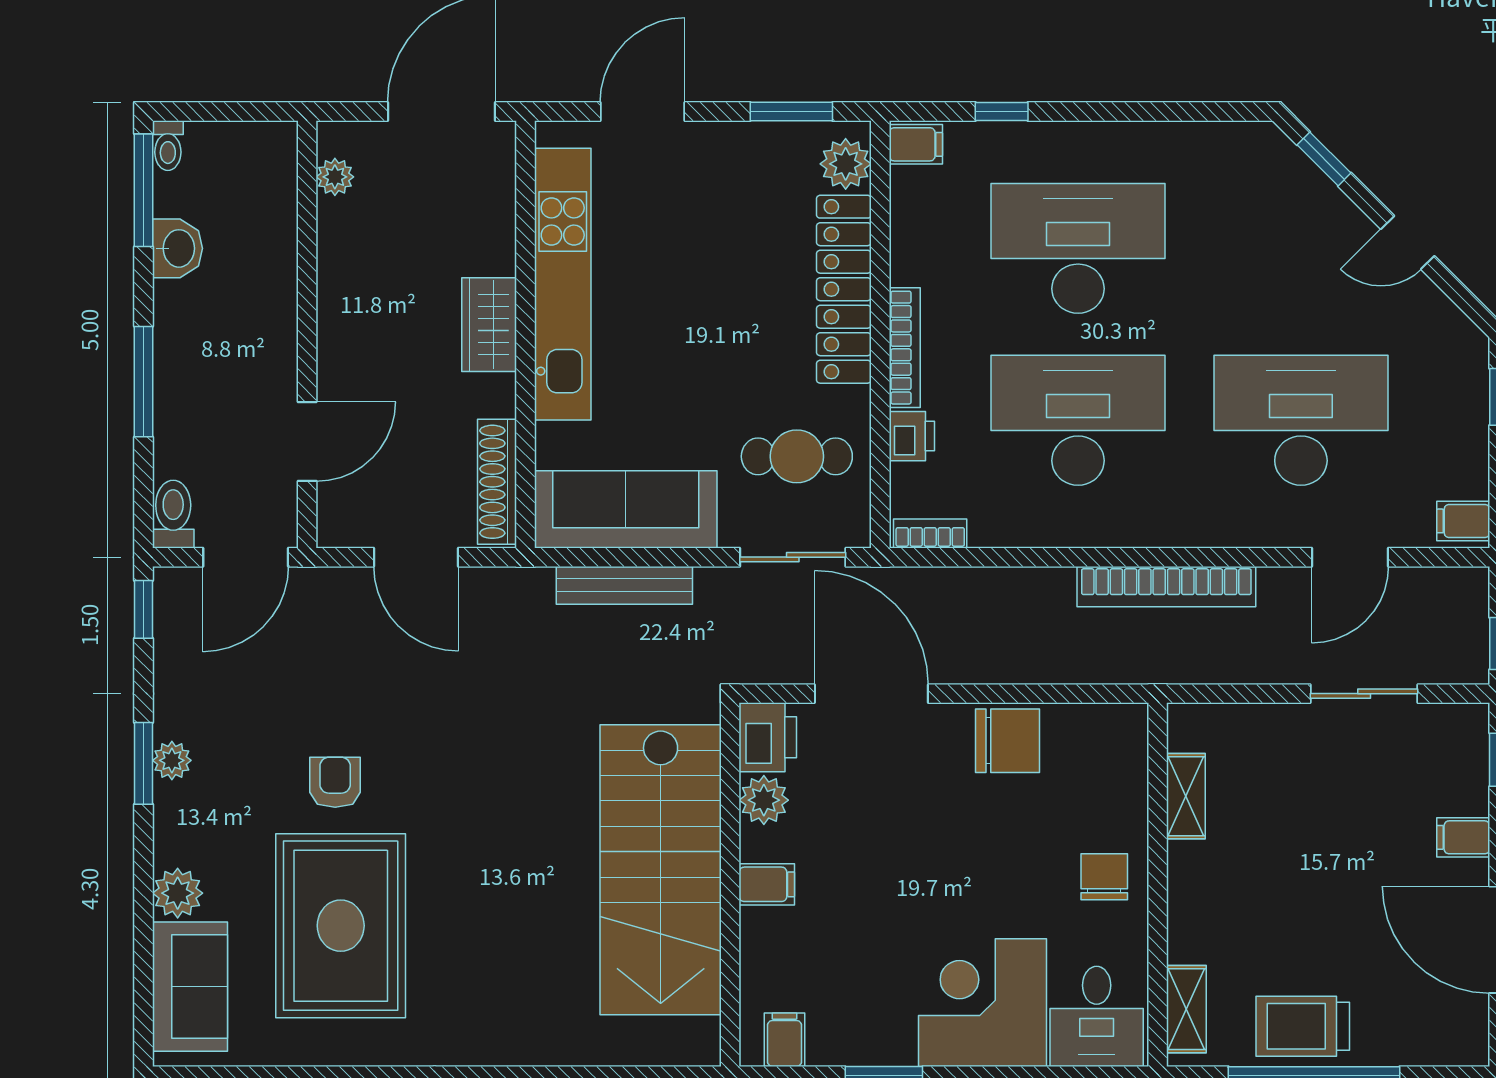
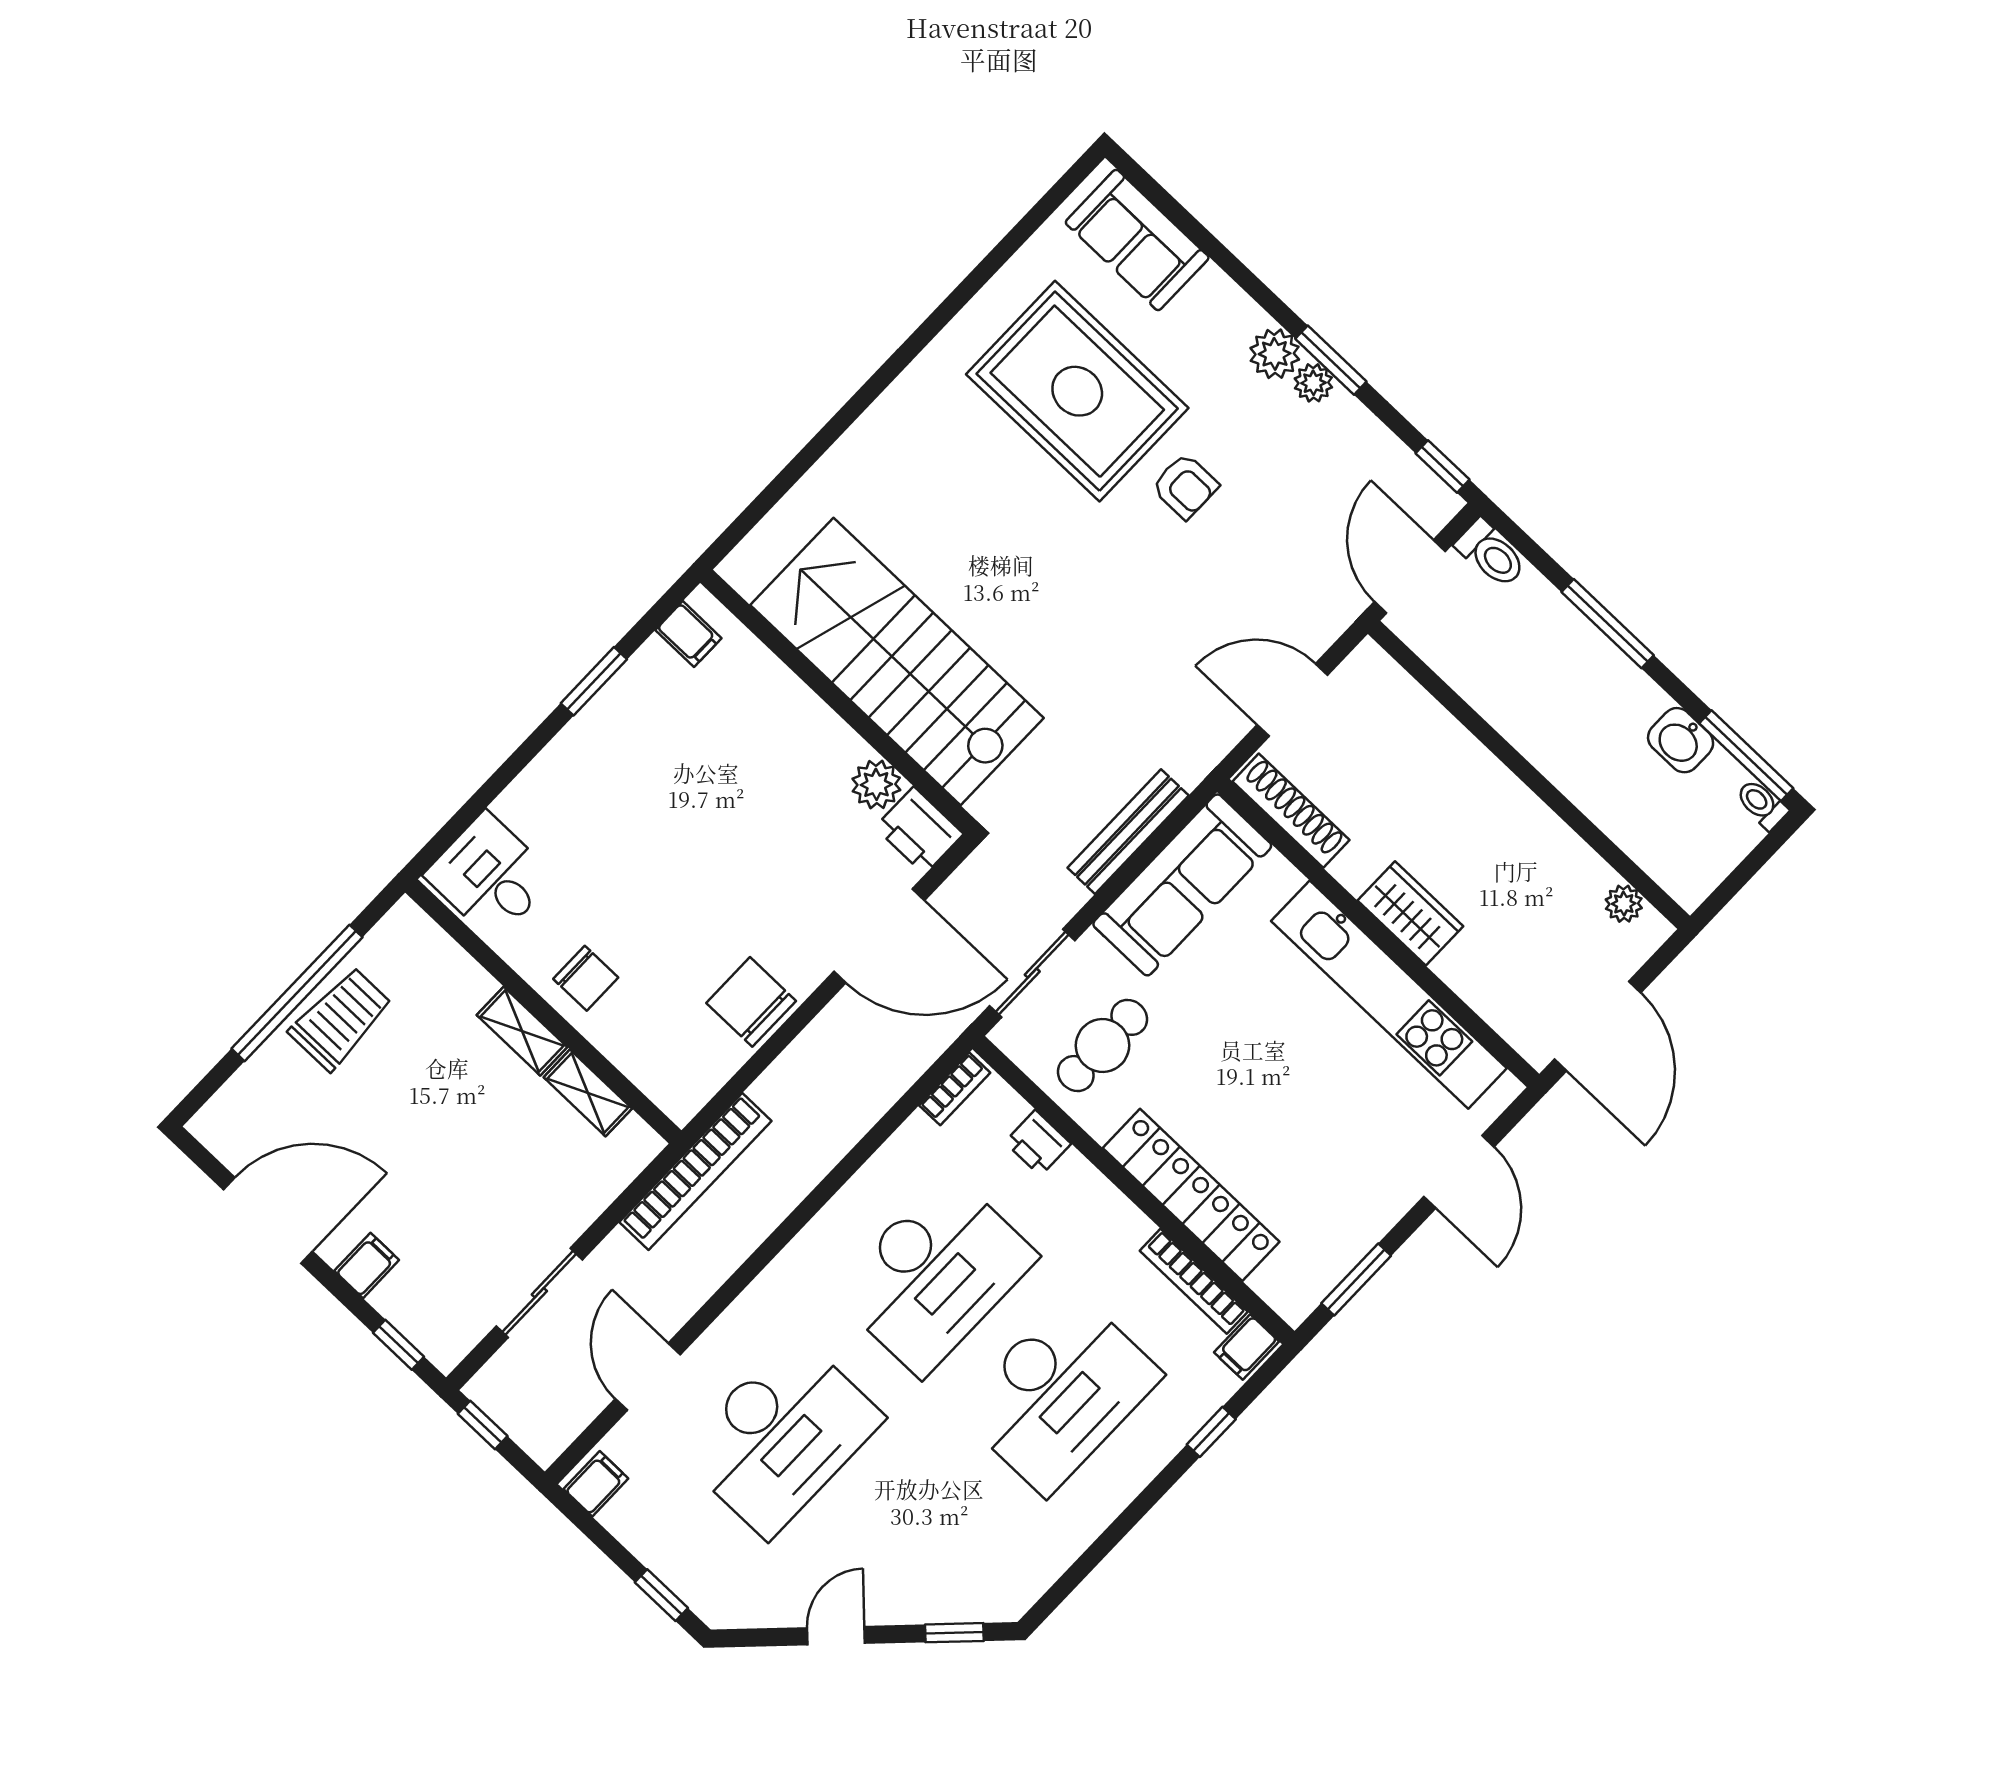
plant: (846, 164) -> (1281, 1283), removed
bookcase: (905, 348) -> (1194, 1281), moved
door: (307, 442) -> (1451, 701), removed
bookcase: (1166, 587) -> (695, 1172), moved, turned 180
chair: (1008, 741) -> (751, 1002), turned 90
filing cabinet: (767, 884) -> (813, 728), removed
plant: (178, 893) -> (1275, 354), moved
corner desk: (982, 1003) -> (579, 803), removed
shelving: (1186, 1009) -> (522, 1031), moved

